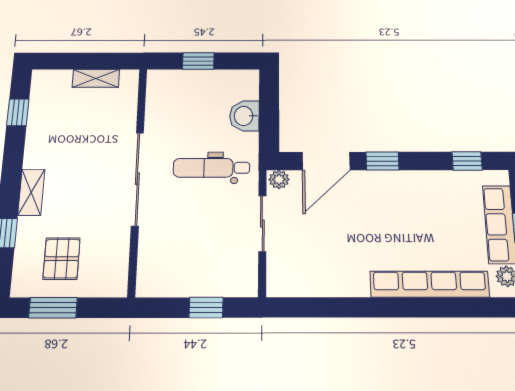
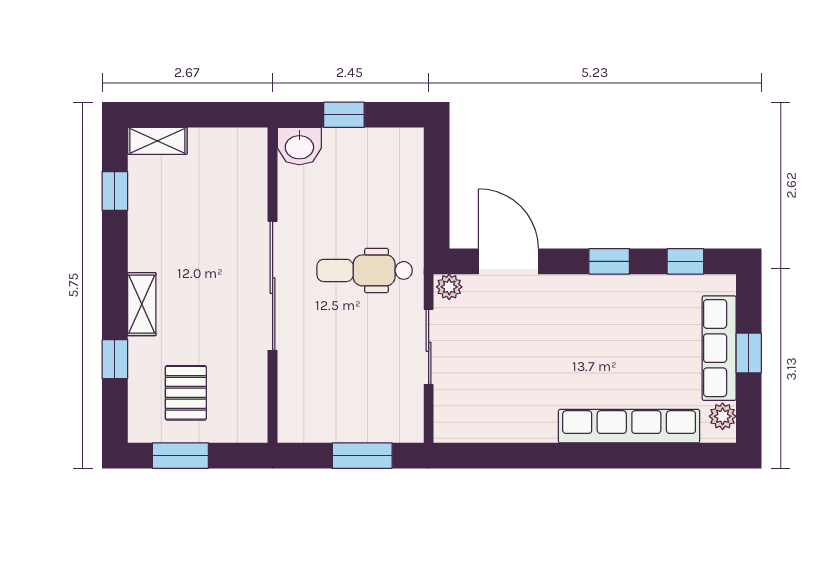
shelving: (96, 78) -> (157, 141), moved
washbasin: (244, 116) -> (299, 146), moved, turned -90
door: (326, 161) -> (508, 261), swing flipped
window: (382, 161) -> (609, 261), moved
window: (206, 308) -> (362, 456), width x1.50

